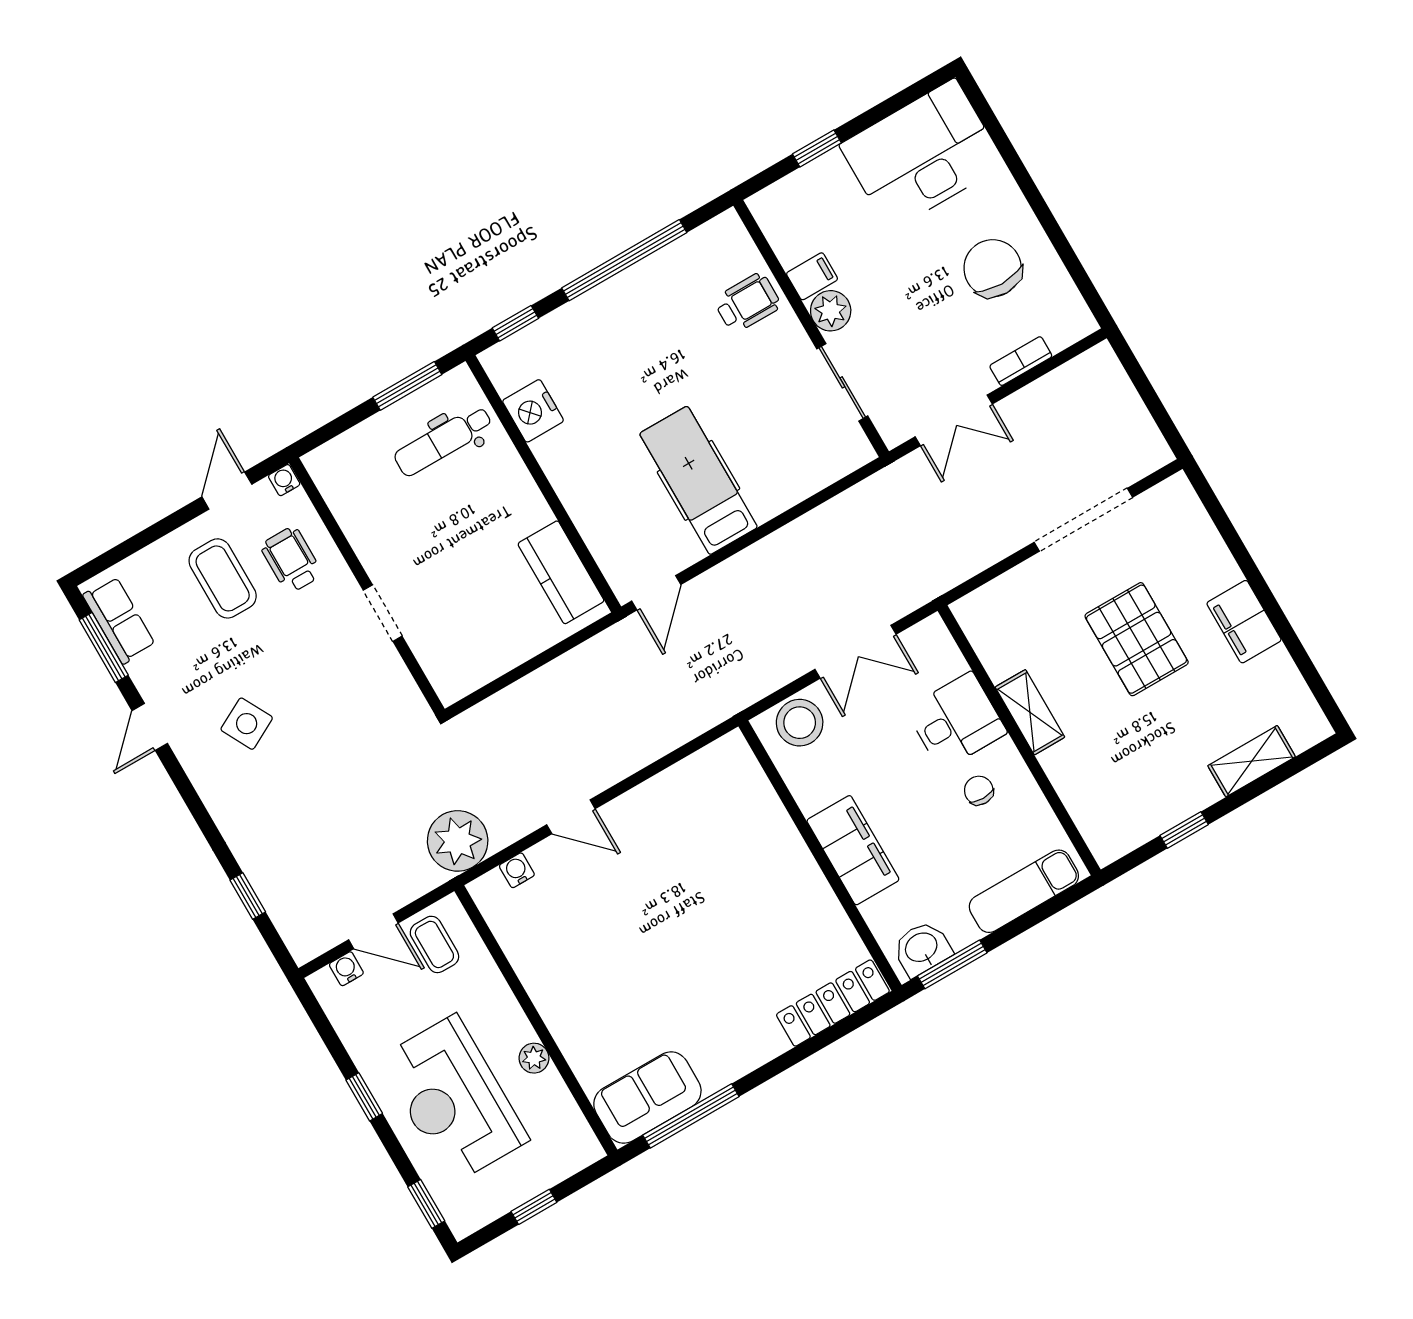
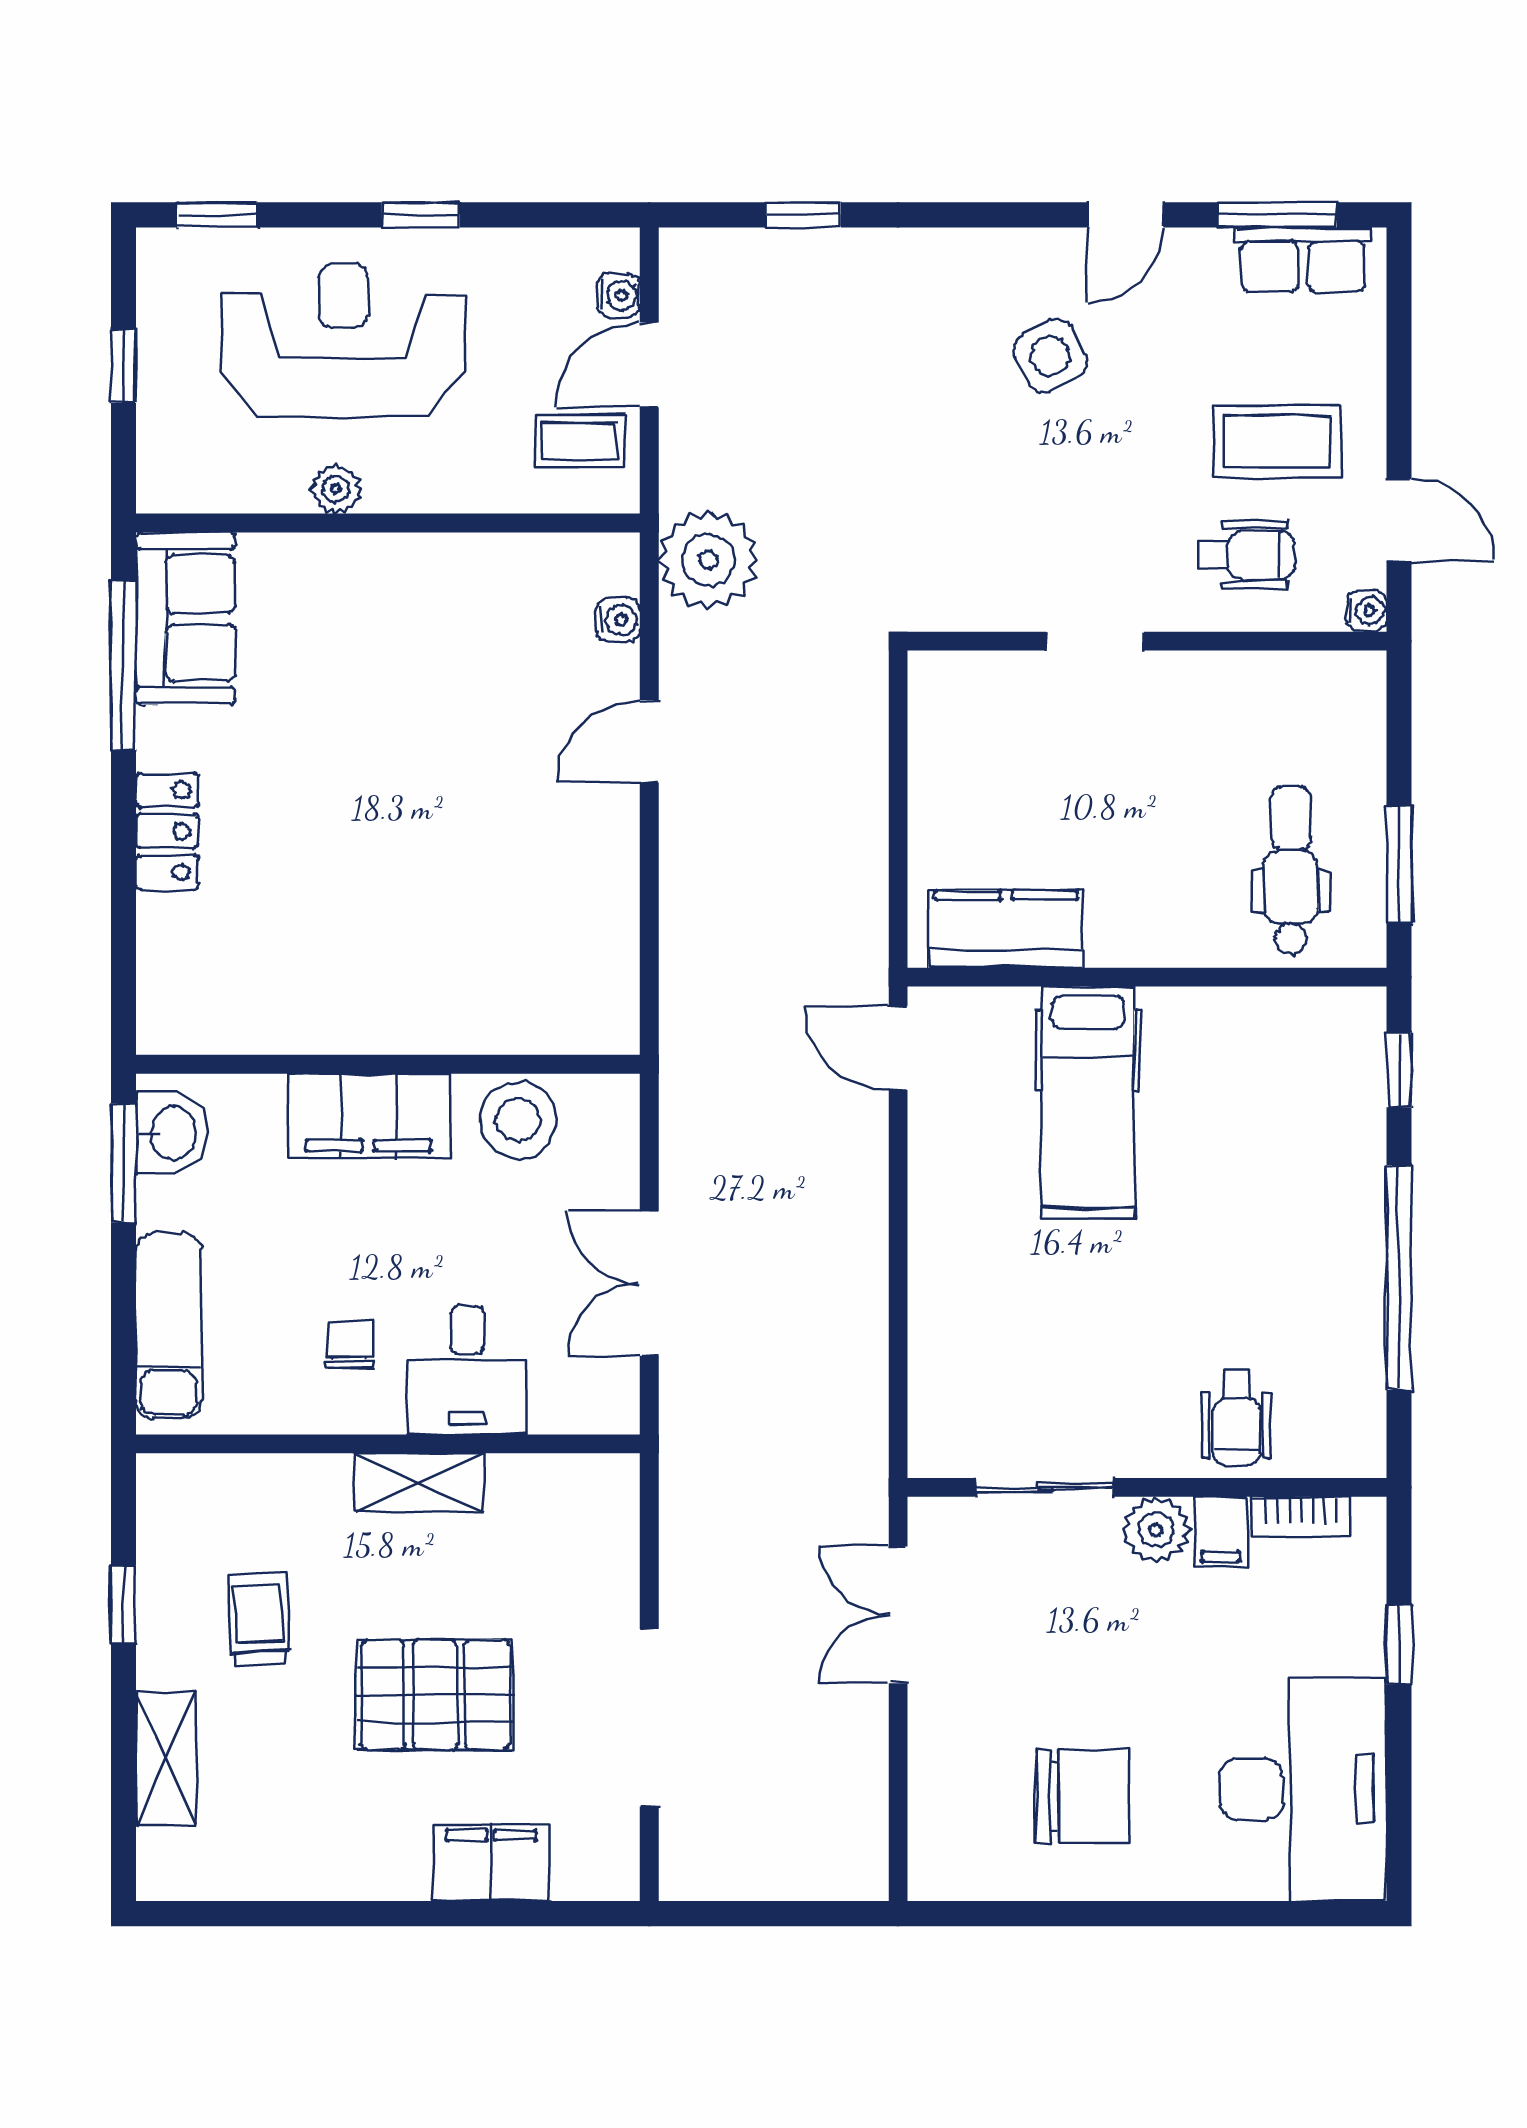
bookcase: (1021, 361) -> (1301, 1516), moved, turned 90
nightstand: (533, 411) -> (1259, 1023), removed
hospital bed: (699, 480) -> (1088, 1103), moved, turned 90
filing cabinet: (1244, 622) -> (491, 1862), moved
stool: (800, 723) -> (518, 1120), moved
door: (150, 727) -> (1126, 215), swing flipped
trolley: (1150, 755) -> (259, 1619), added
chair: (979, 790) -> (350, 1345), turned -90
locker: (833, 1003) -> (167, 831), moved, width x0.66

